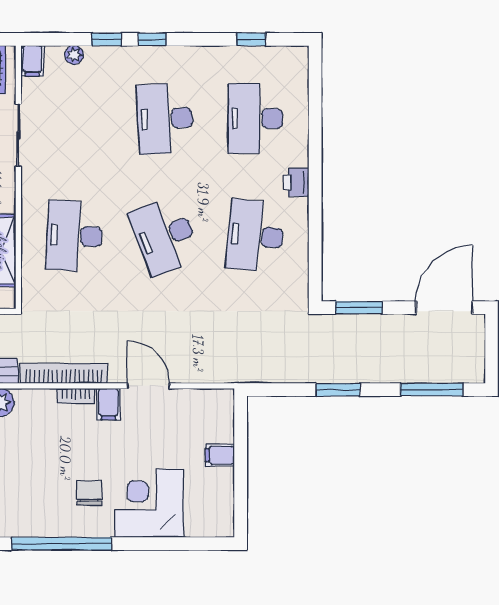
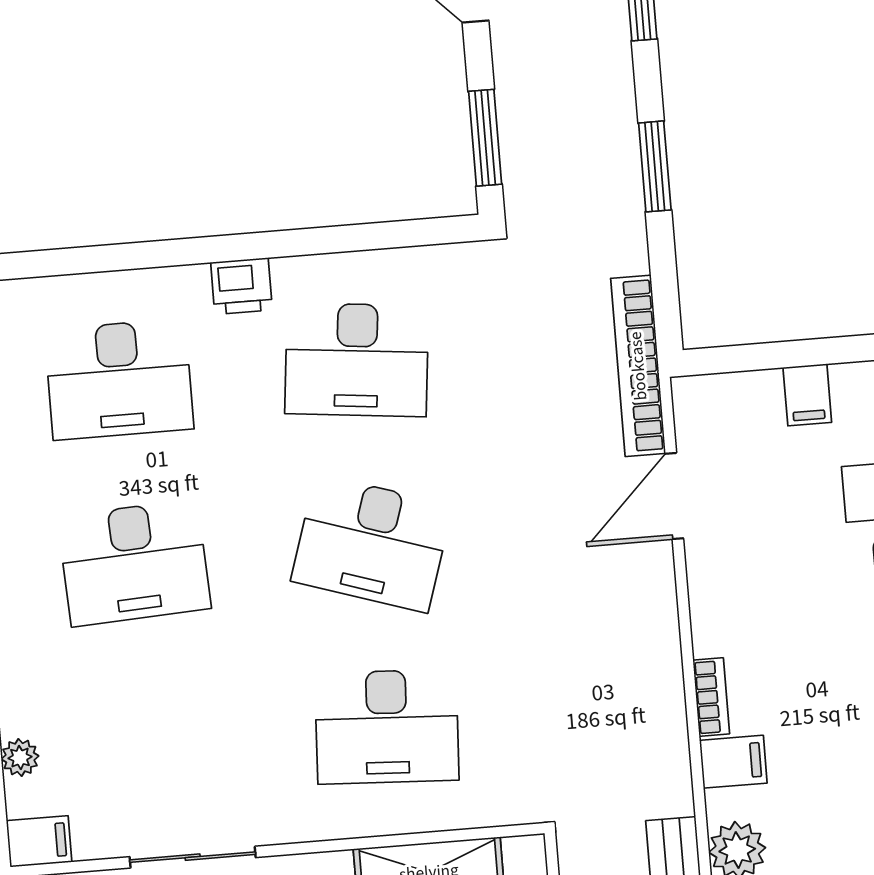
desk: (165, 236) -> (372, 543), turned 39
bookcase: (64, 373) -> (638, 366), moved
door: (148, 386) -> (674, 496), moved
filing cabinet: (108, 404) -> (733, 762), moved

